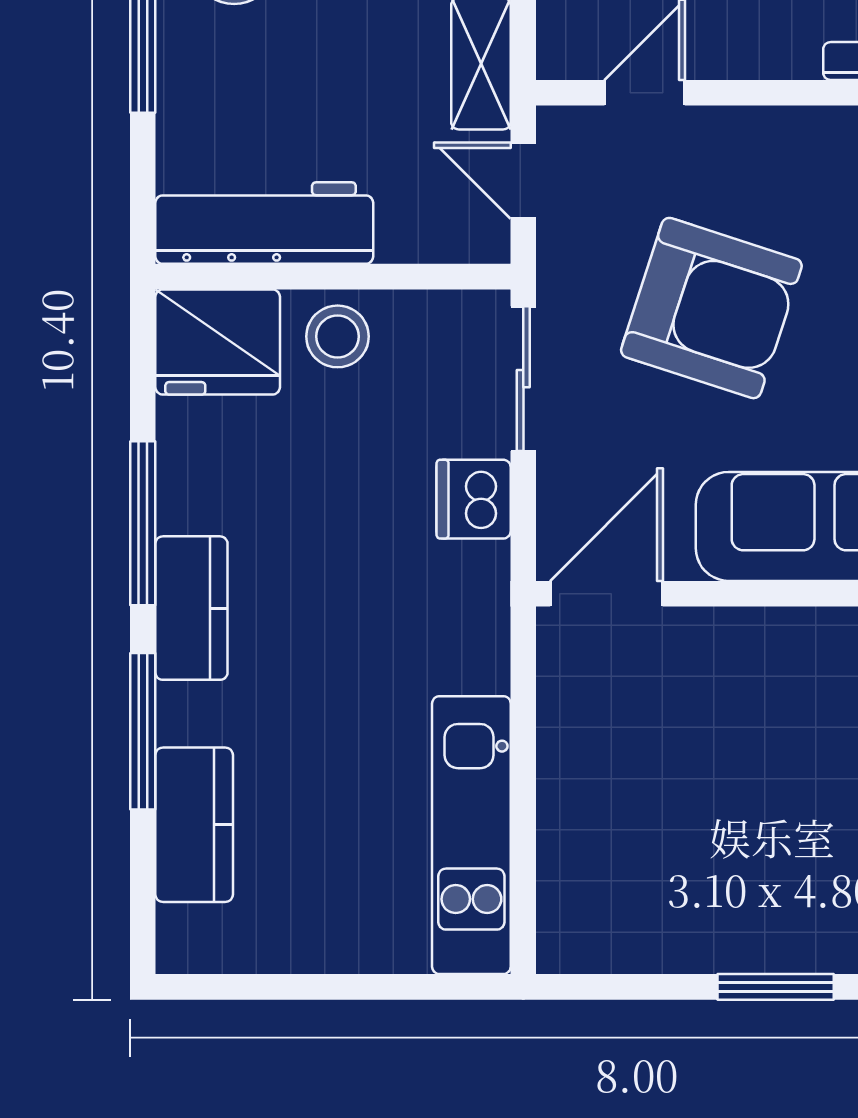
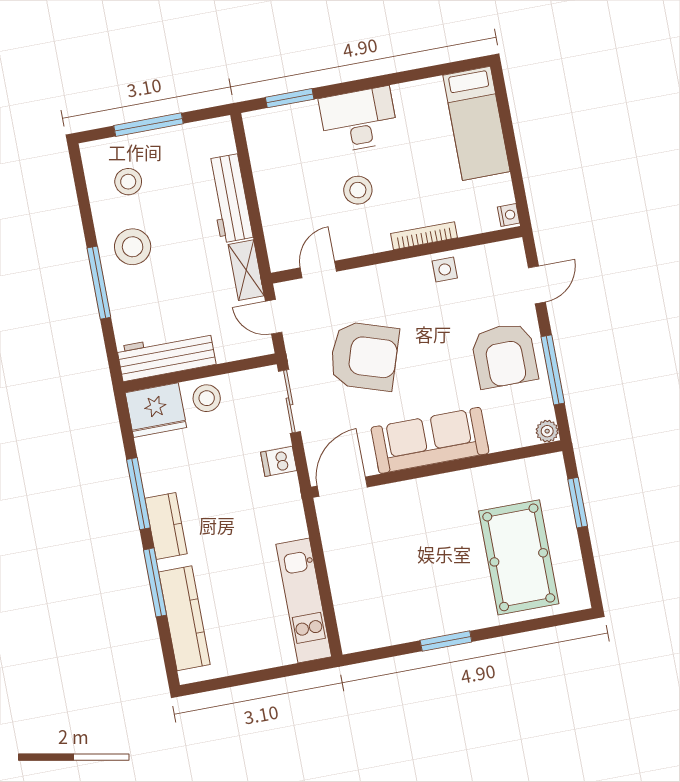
dishwasher: (474, 499) -> (279, 461), width x0.73
kitchen counter: (194, 825) -> (184, 618), width x1.50

